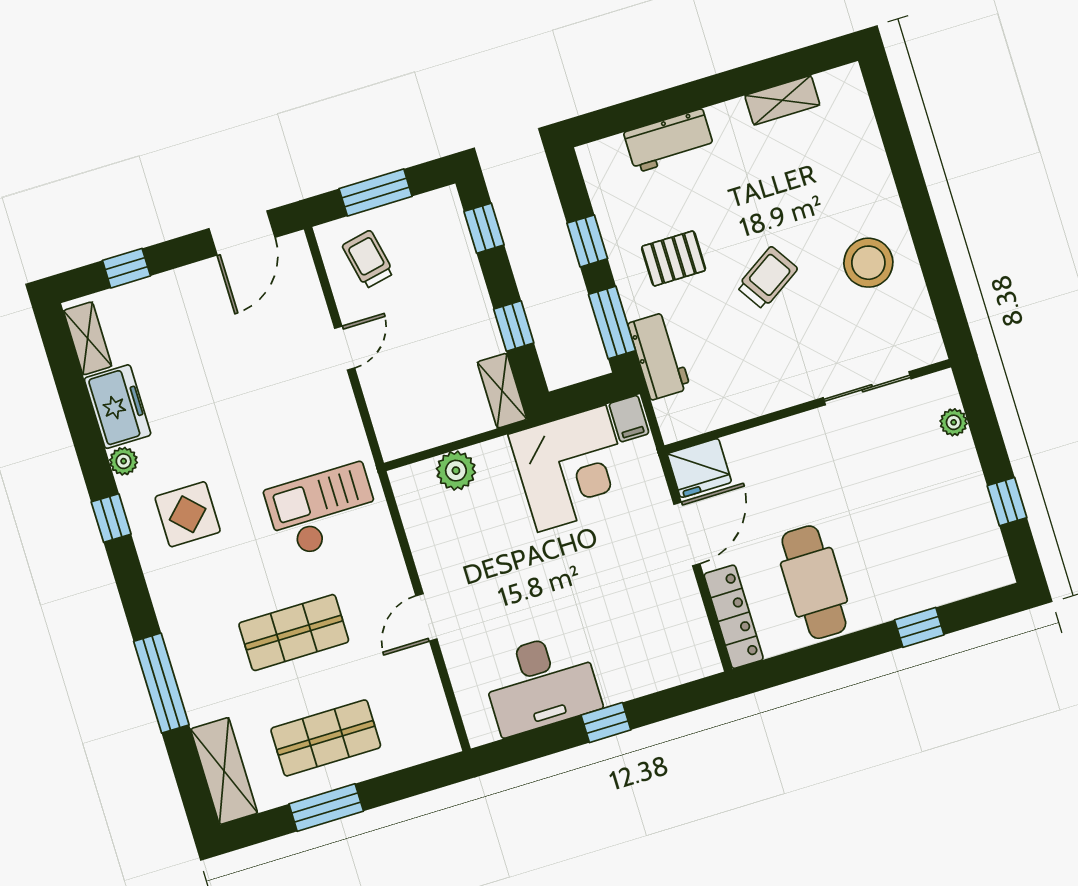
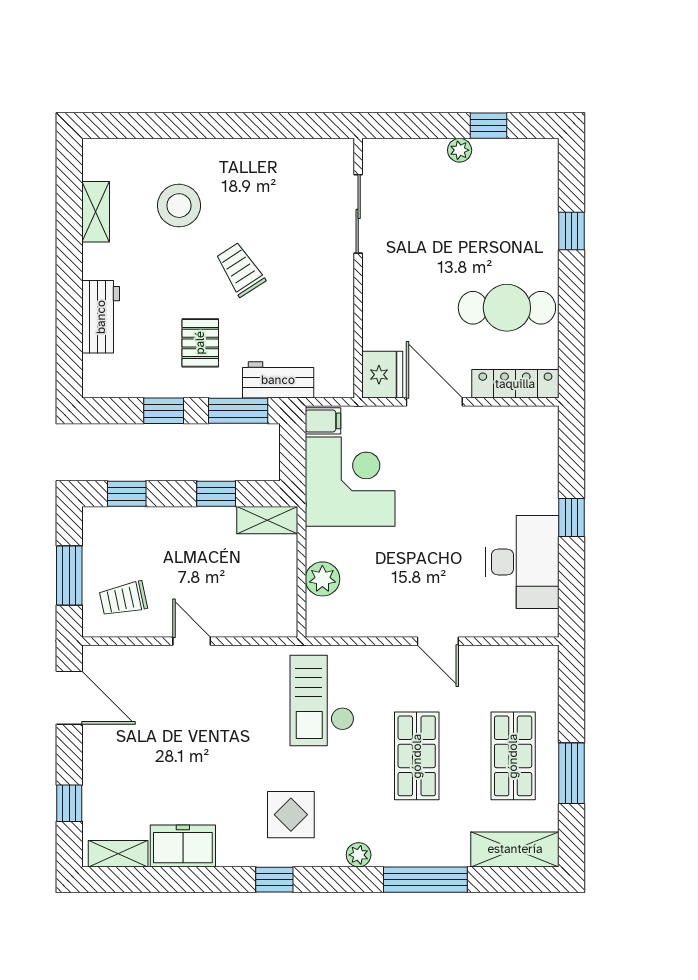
stool: (868, 263) -> (179, 206), moved
plant: (954, 422) -> (460, 150), moved
plant: (124, 461) -> (359, 855), moved

